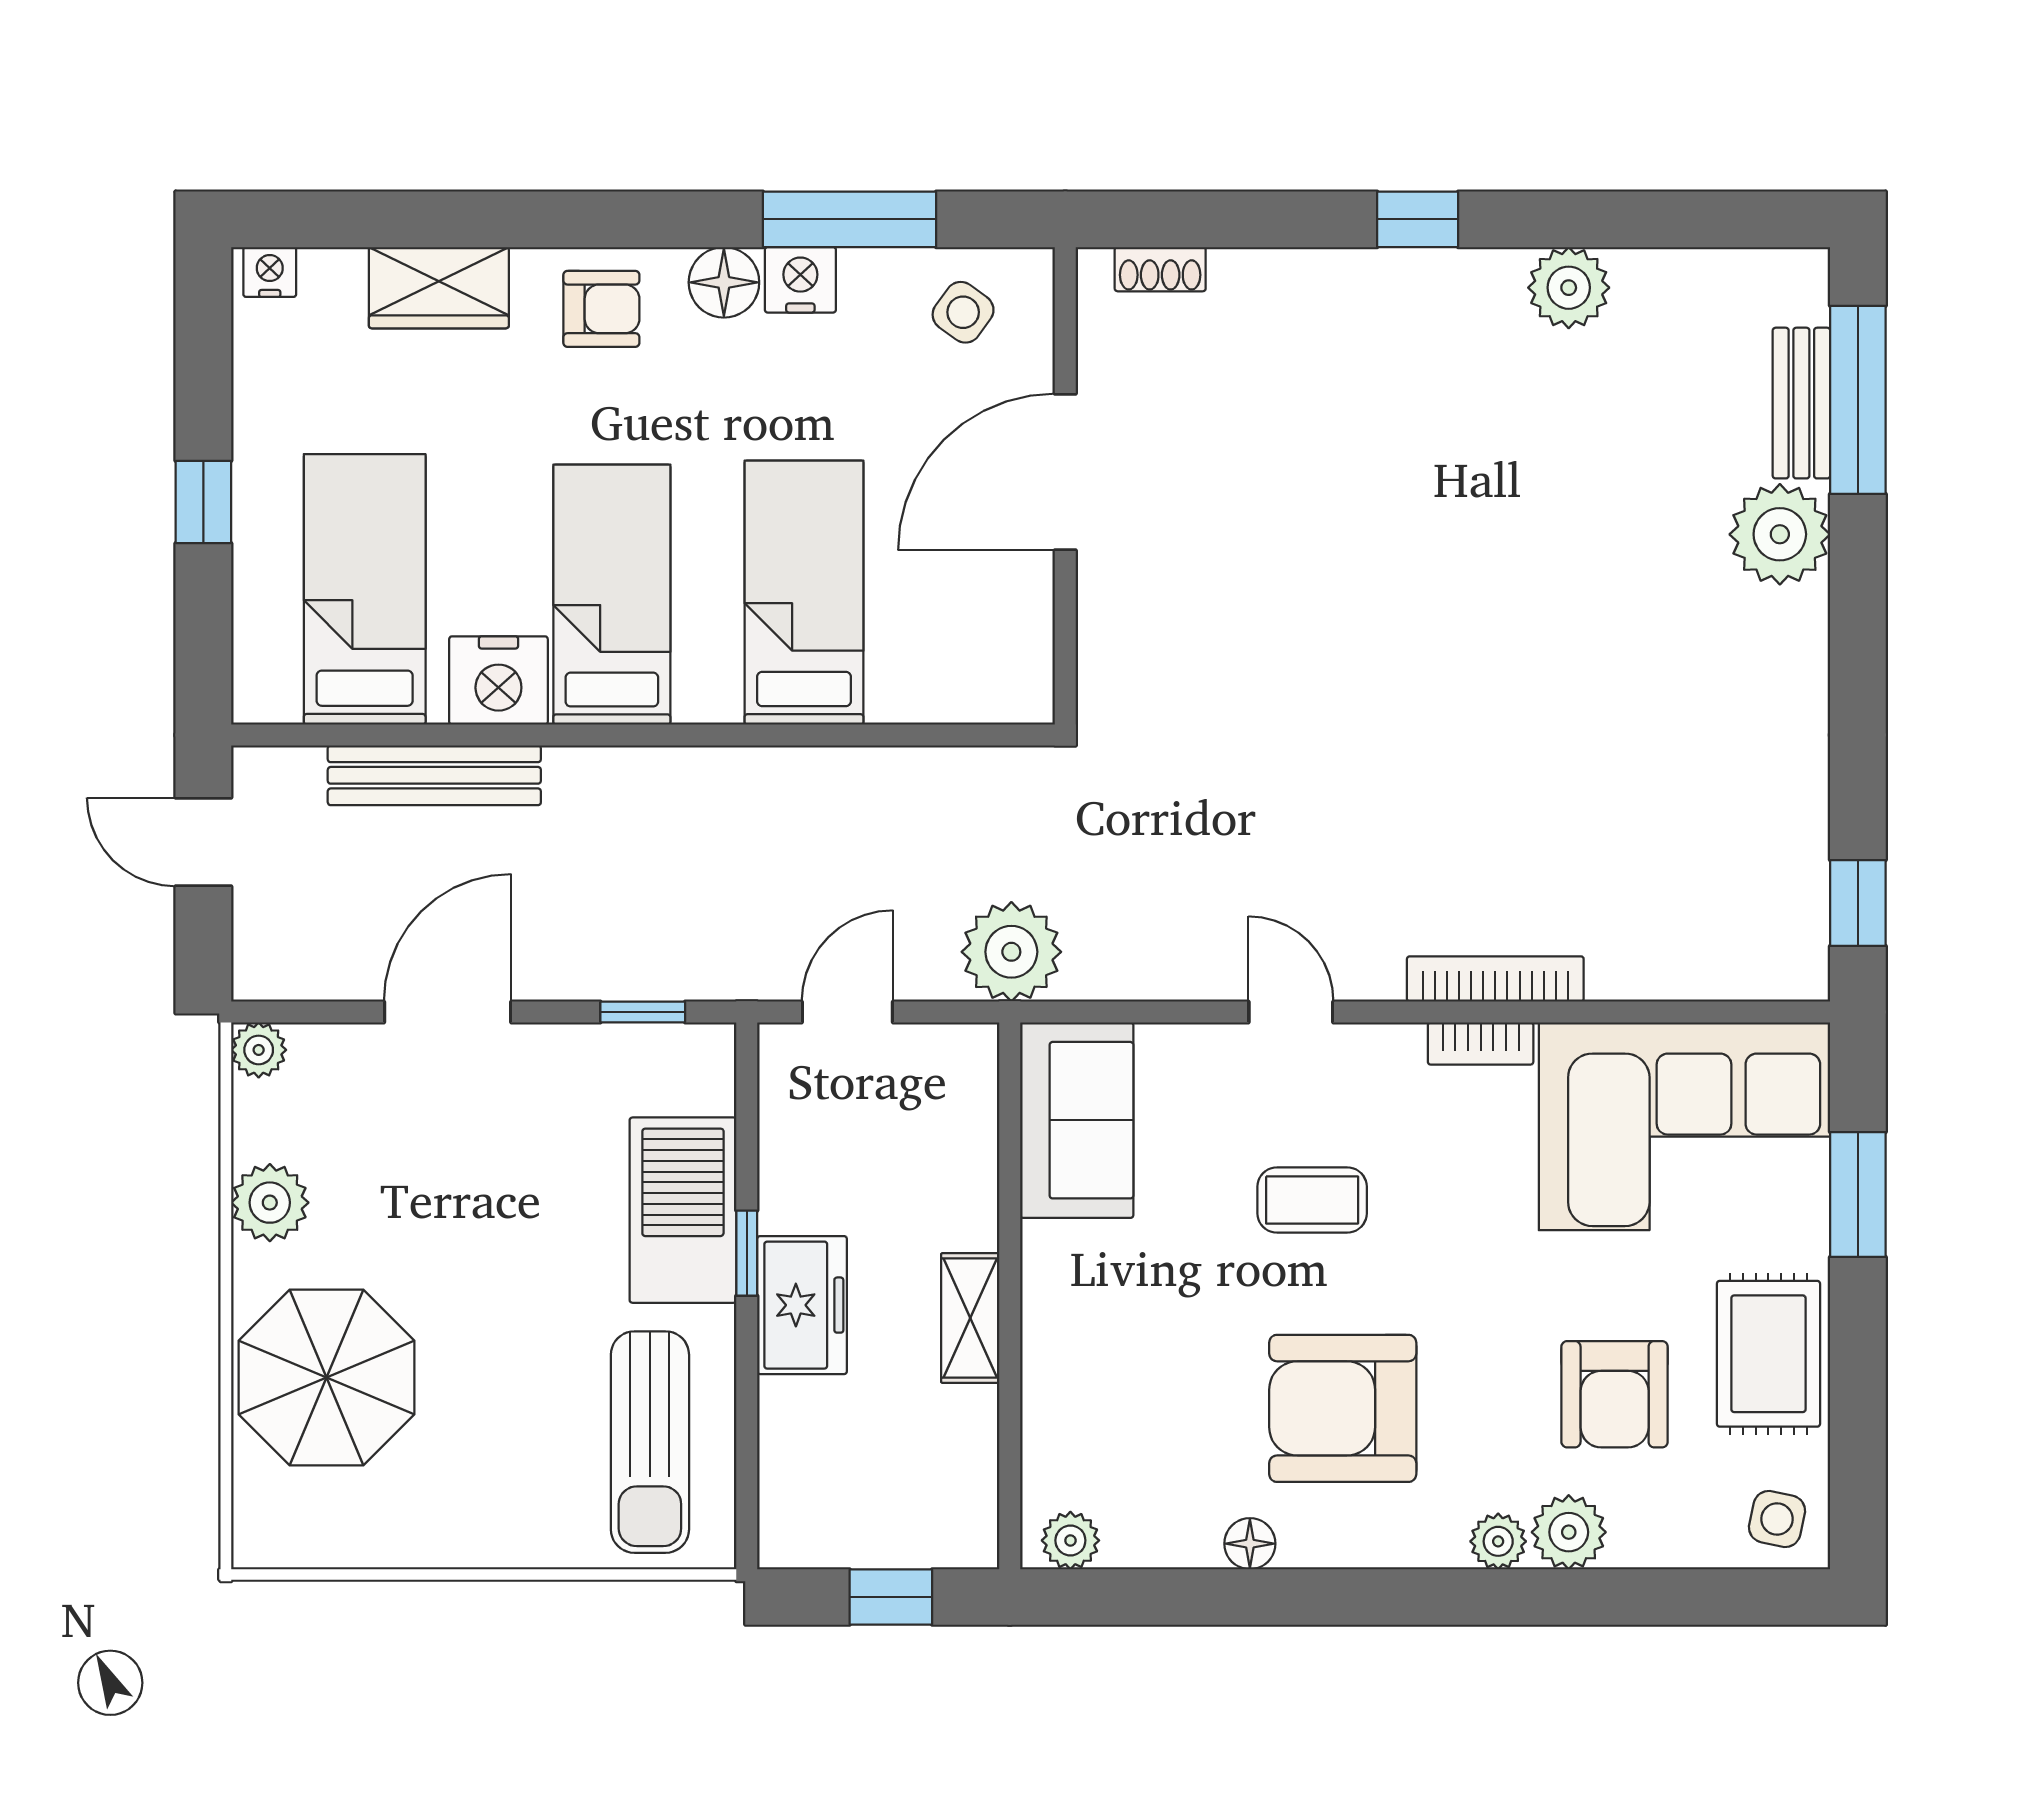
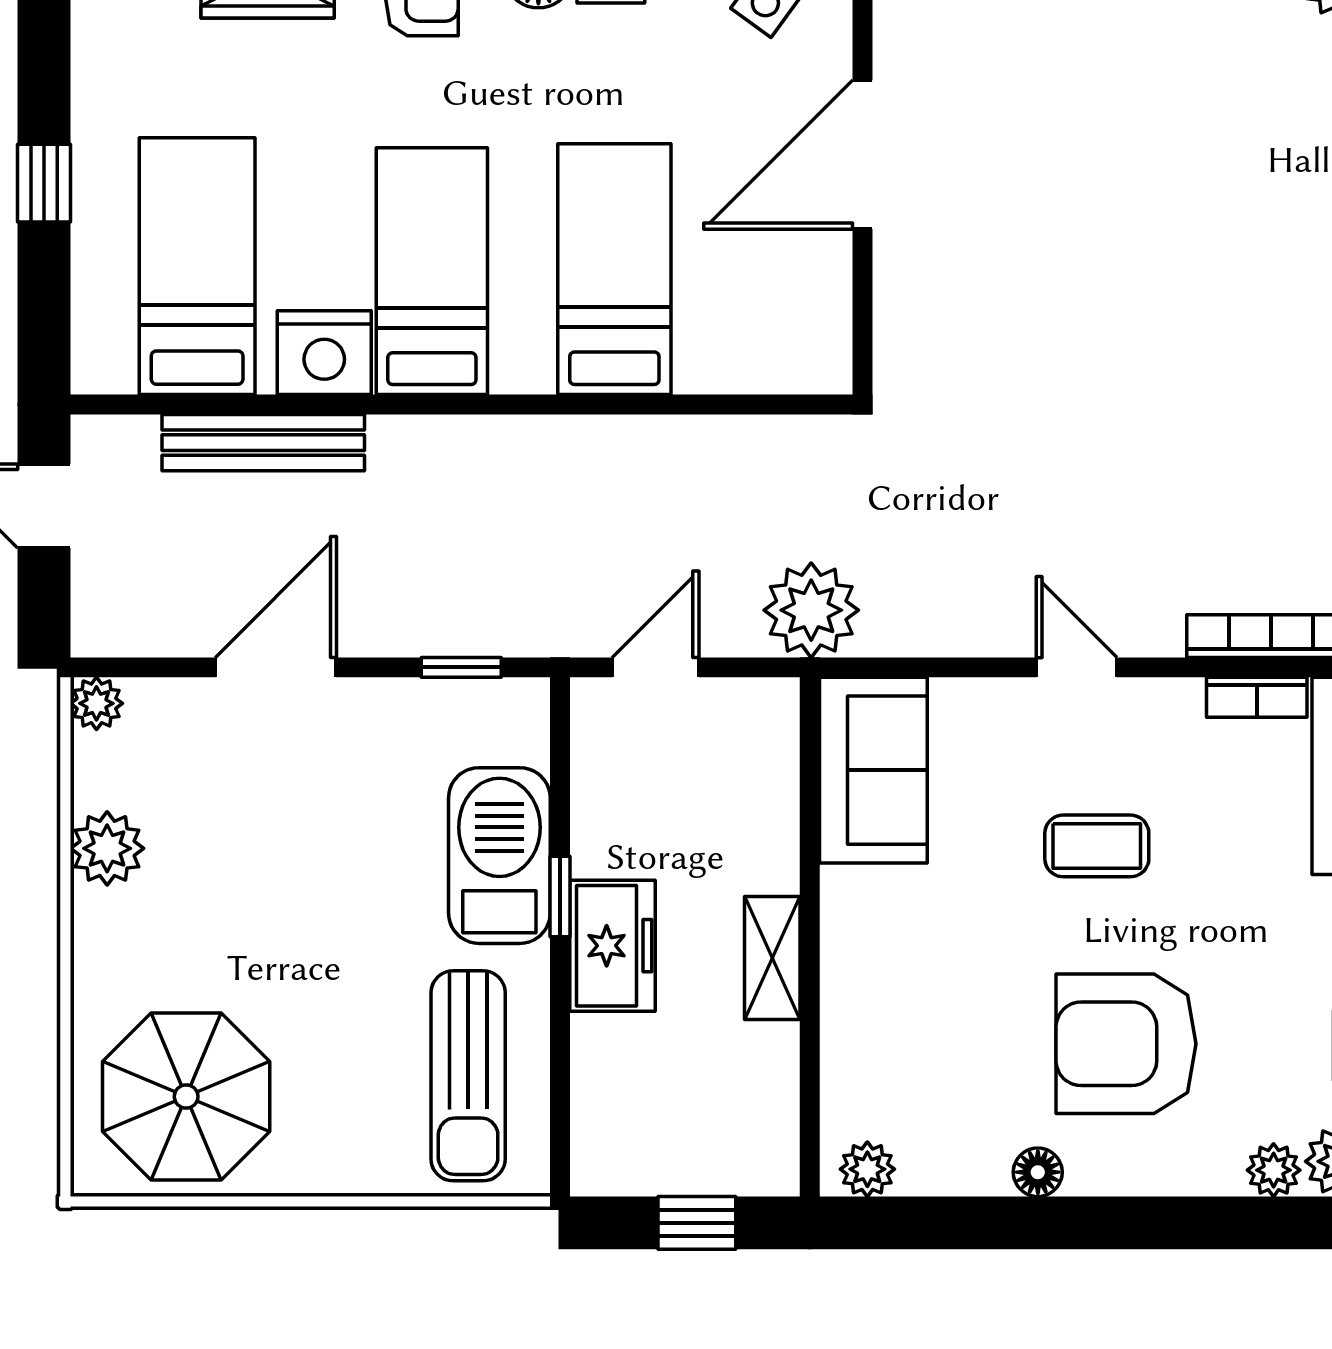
parasol: (327, 1377) -> (186, 1097), moved

